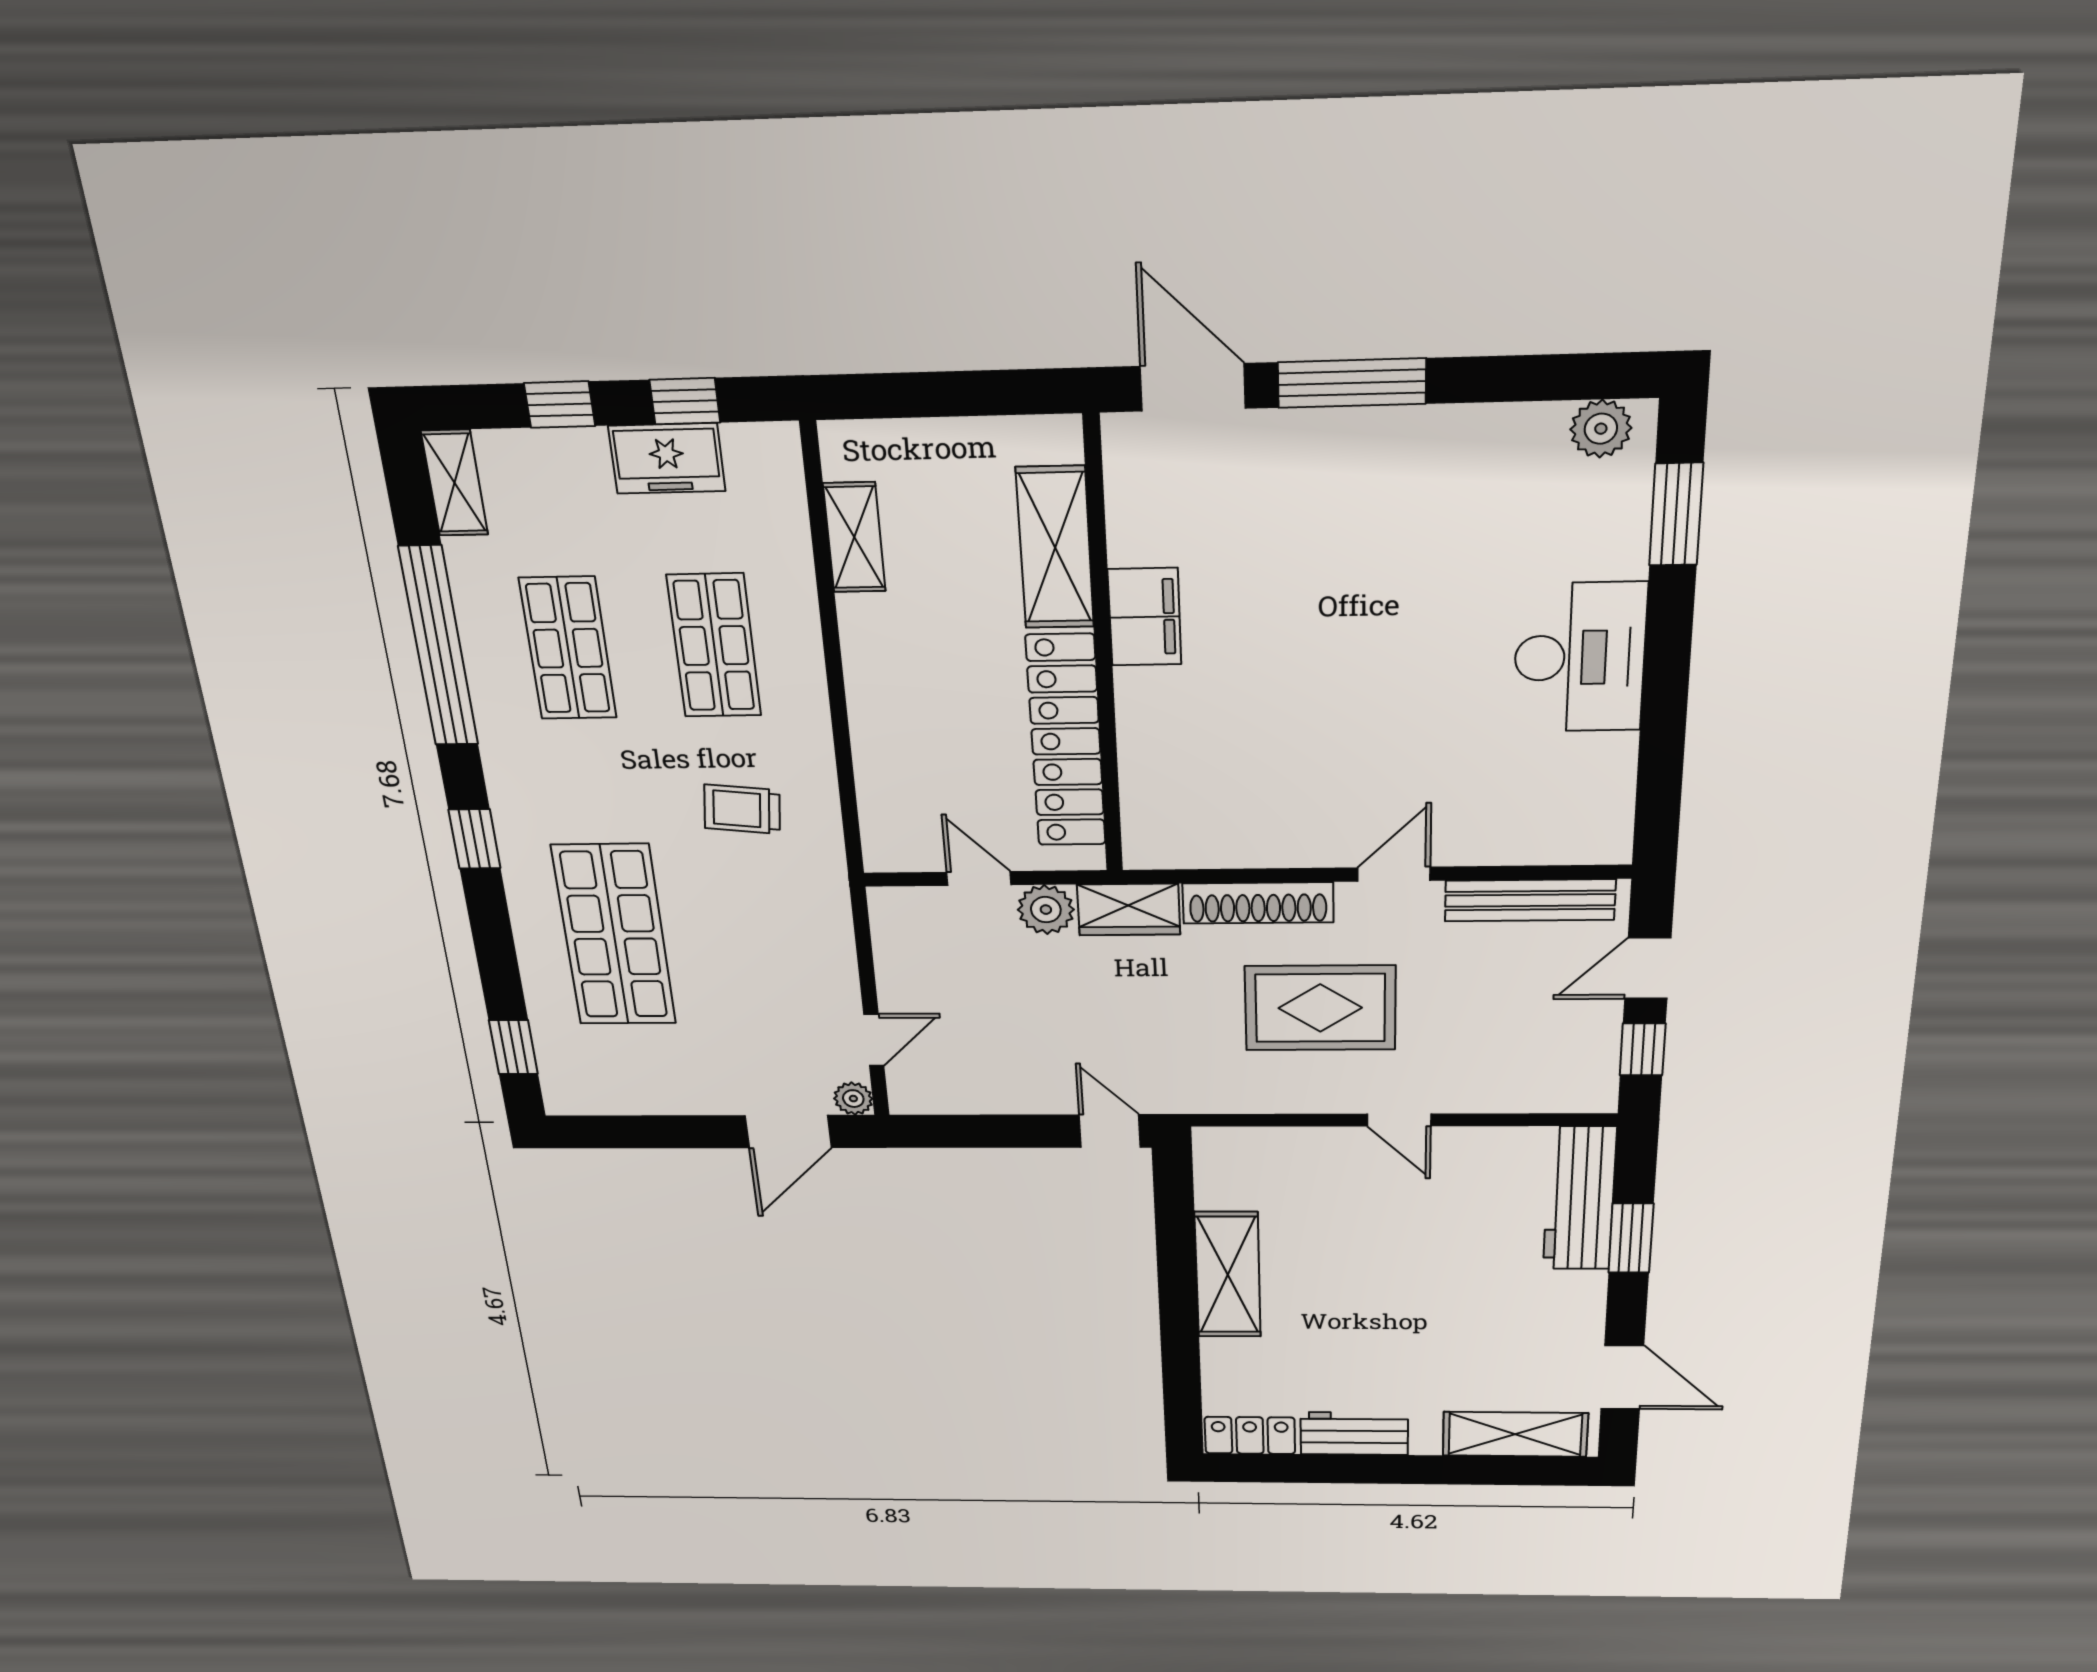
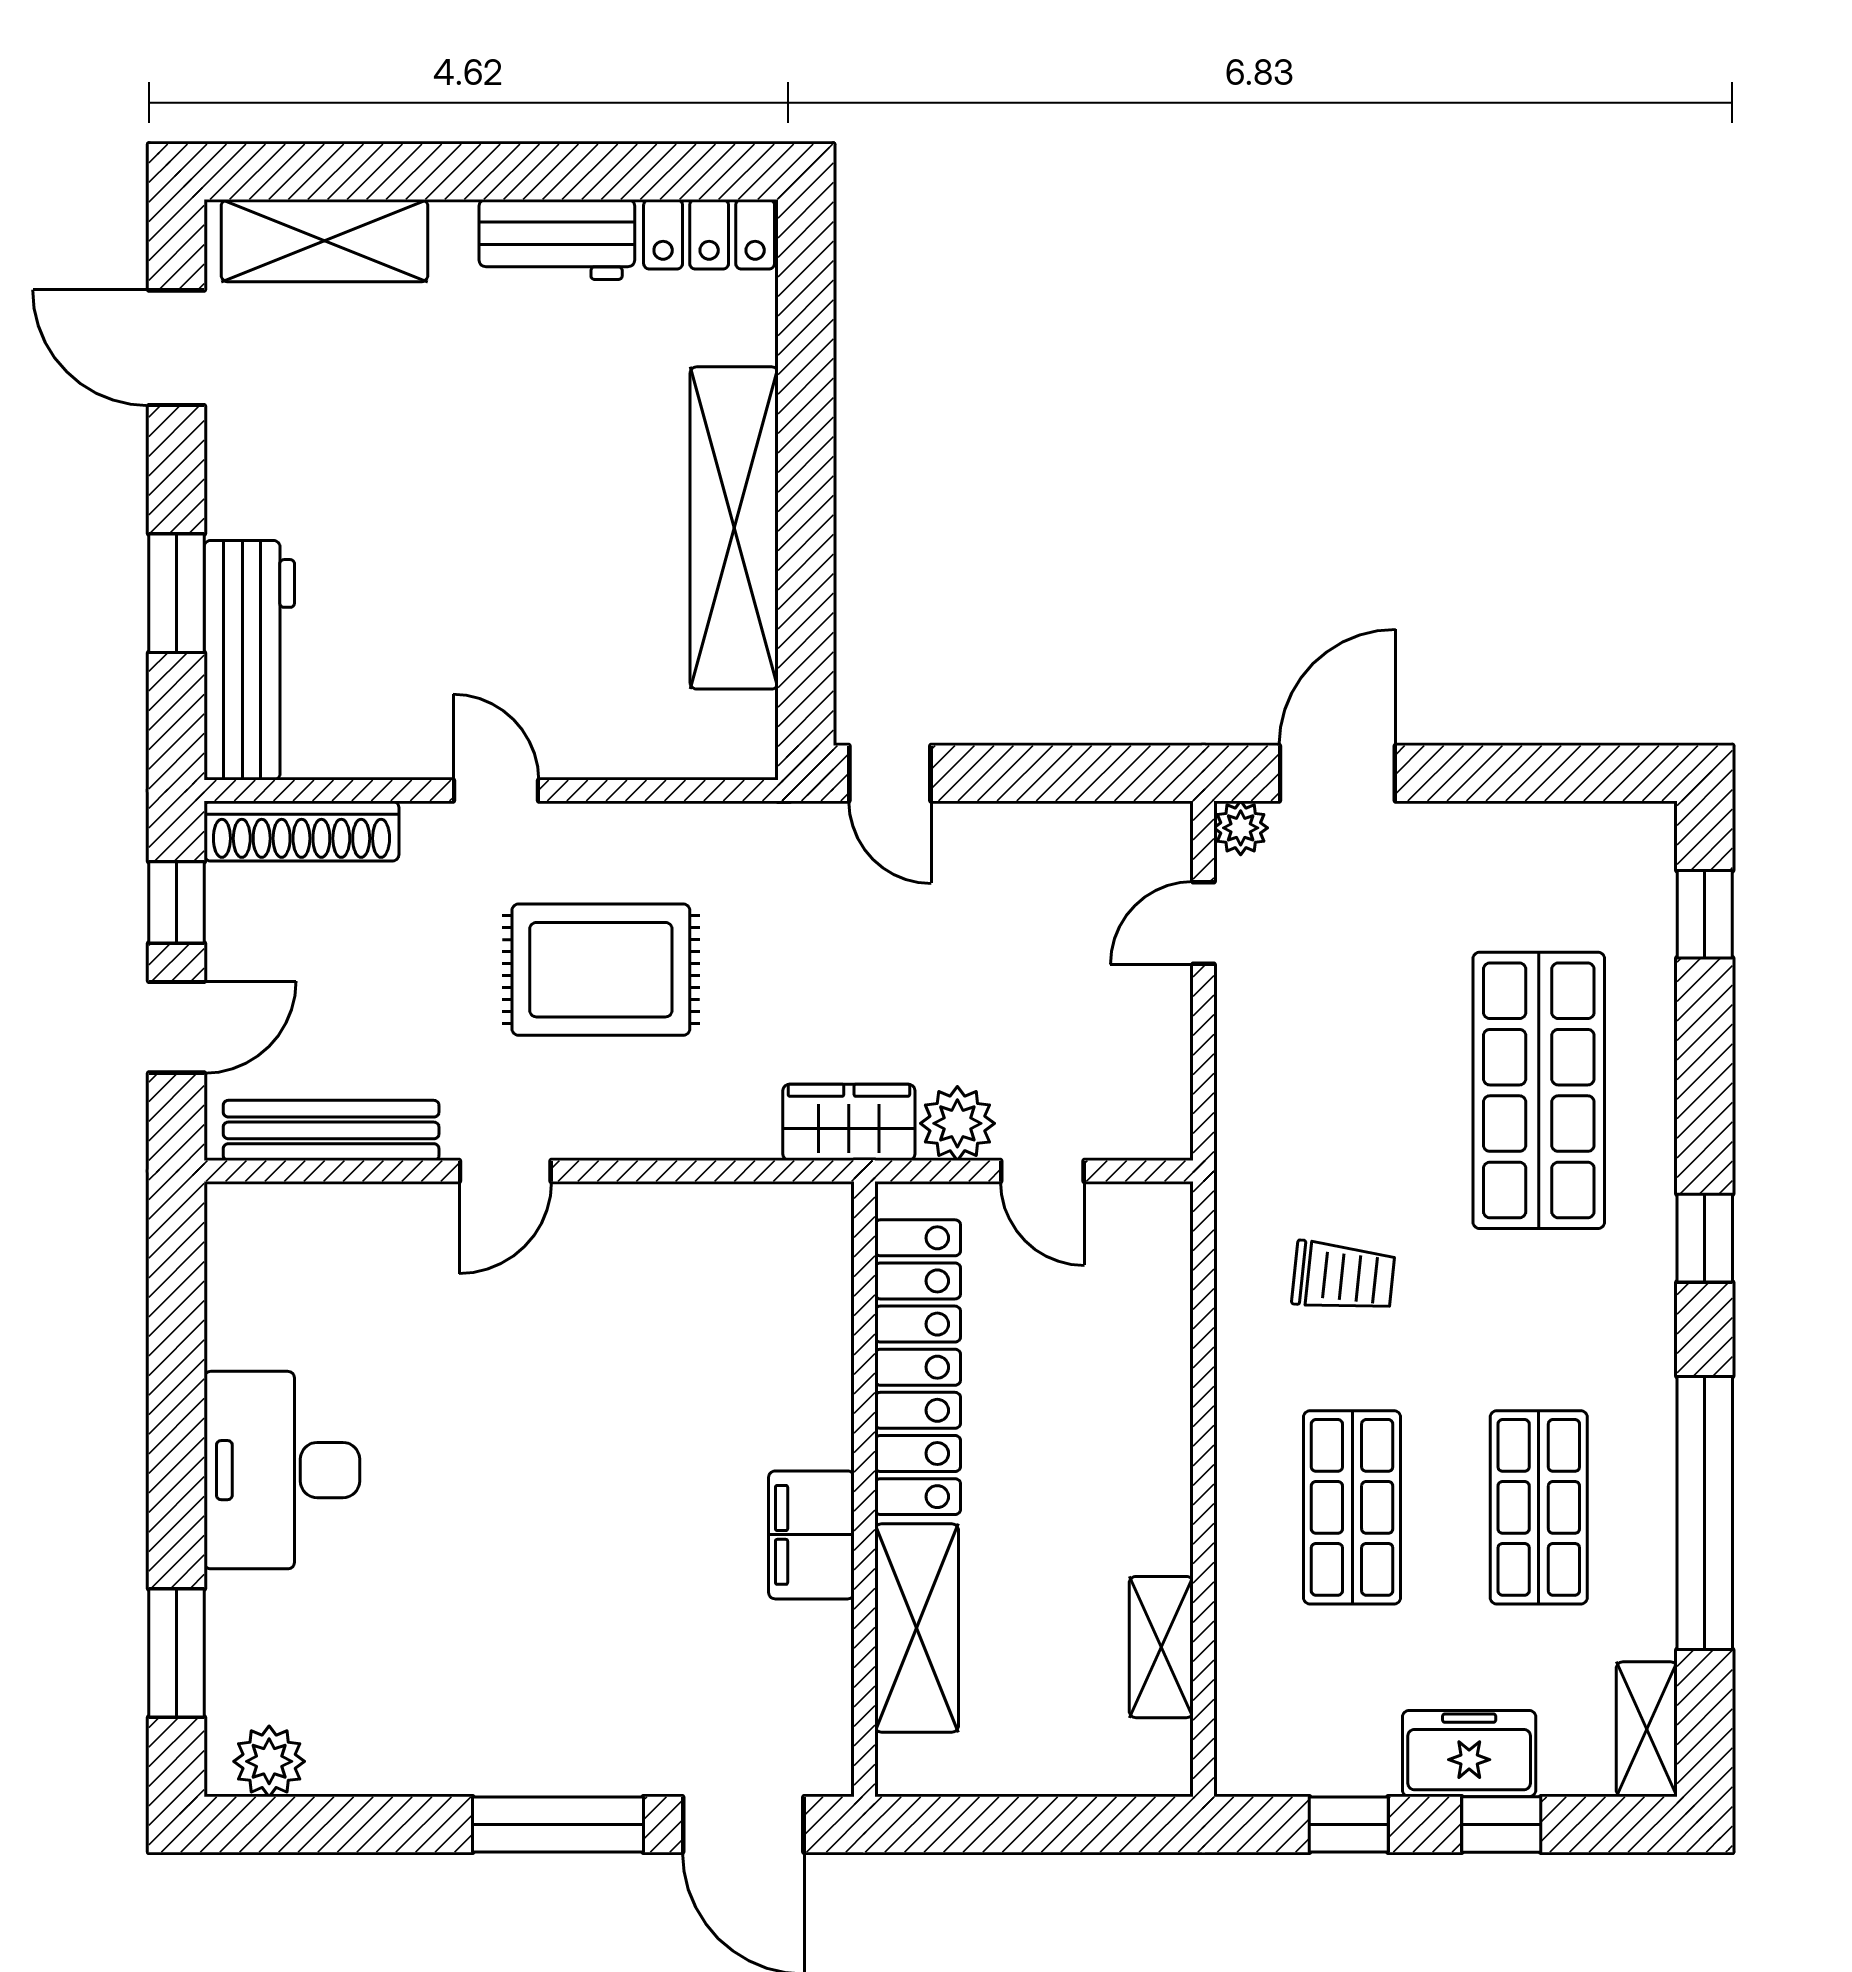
freezer: (667, 458) -> (1469, 1754), moved
shoe rack: (1258, 903) -> (301, 831), moved, turned 180
shelving: (1228, 1275) -> (734, 528), width x1.47

